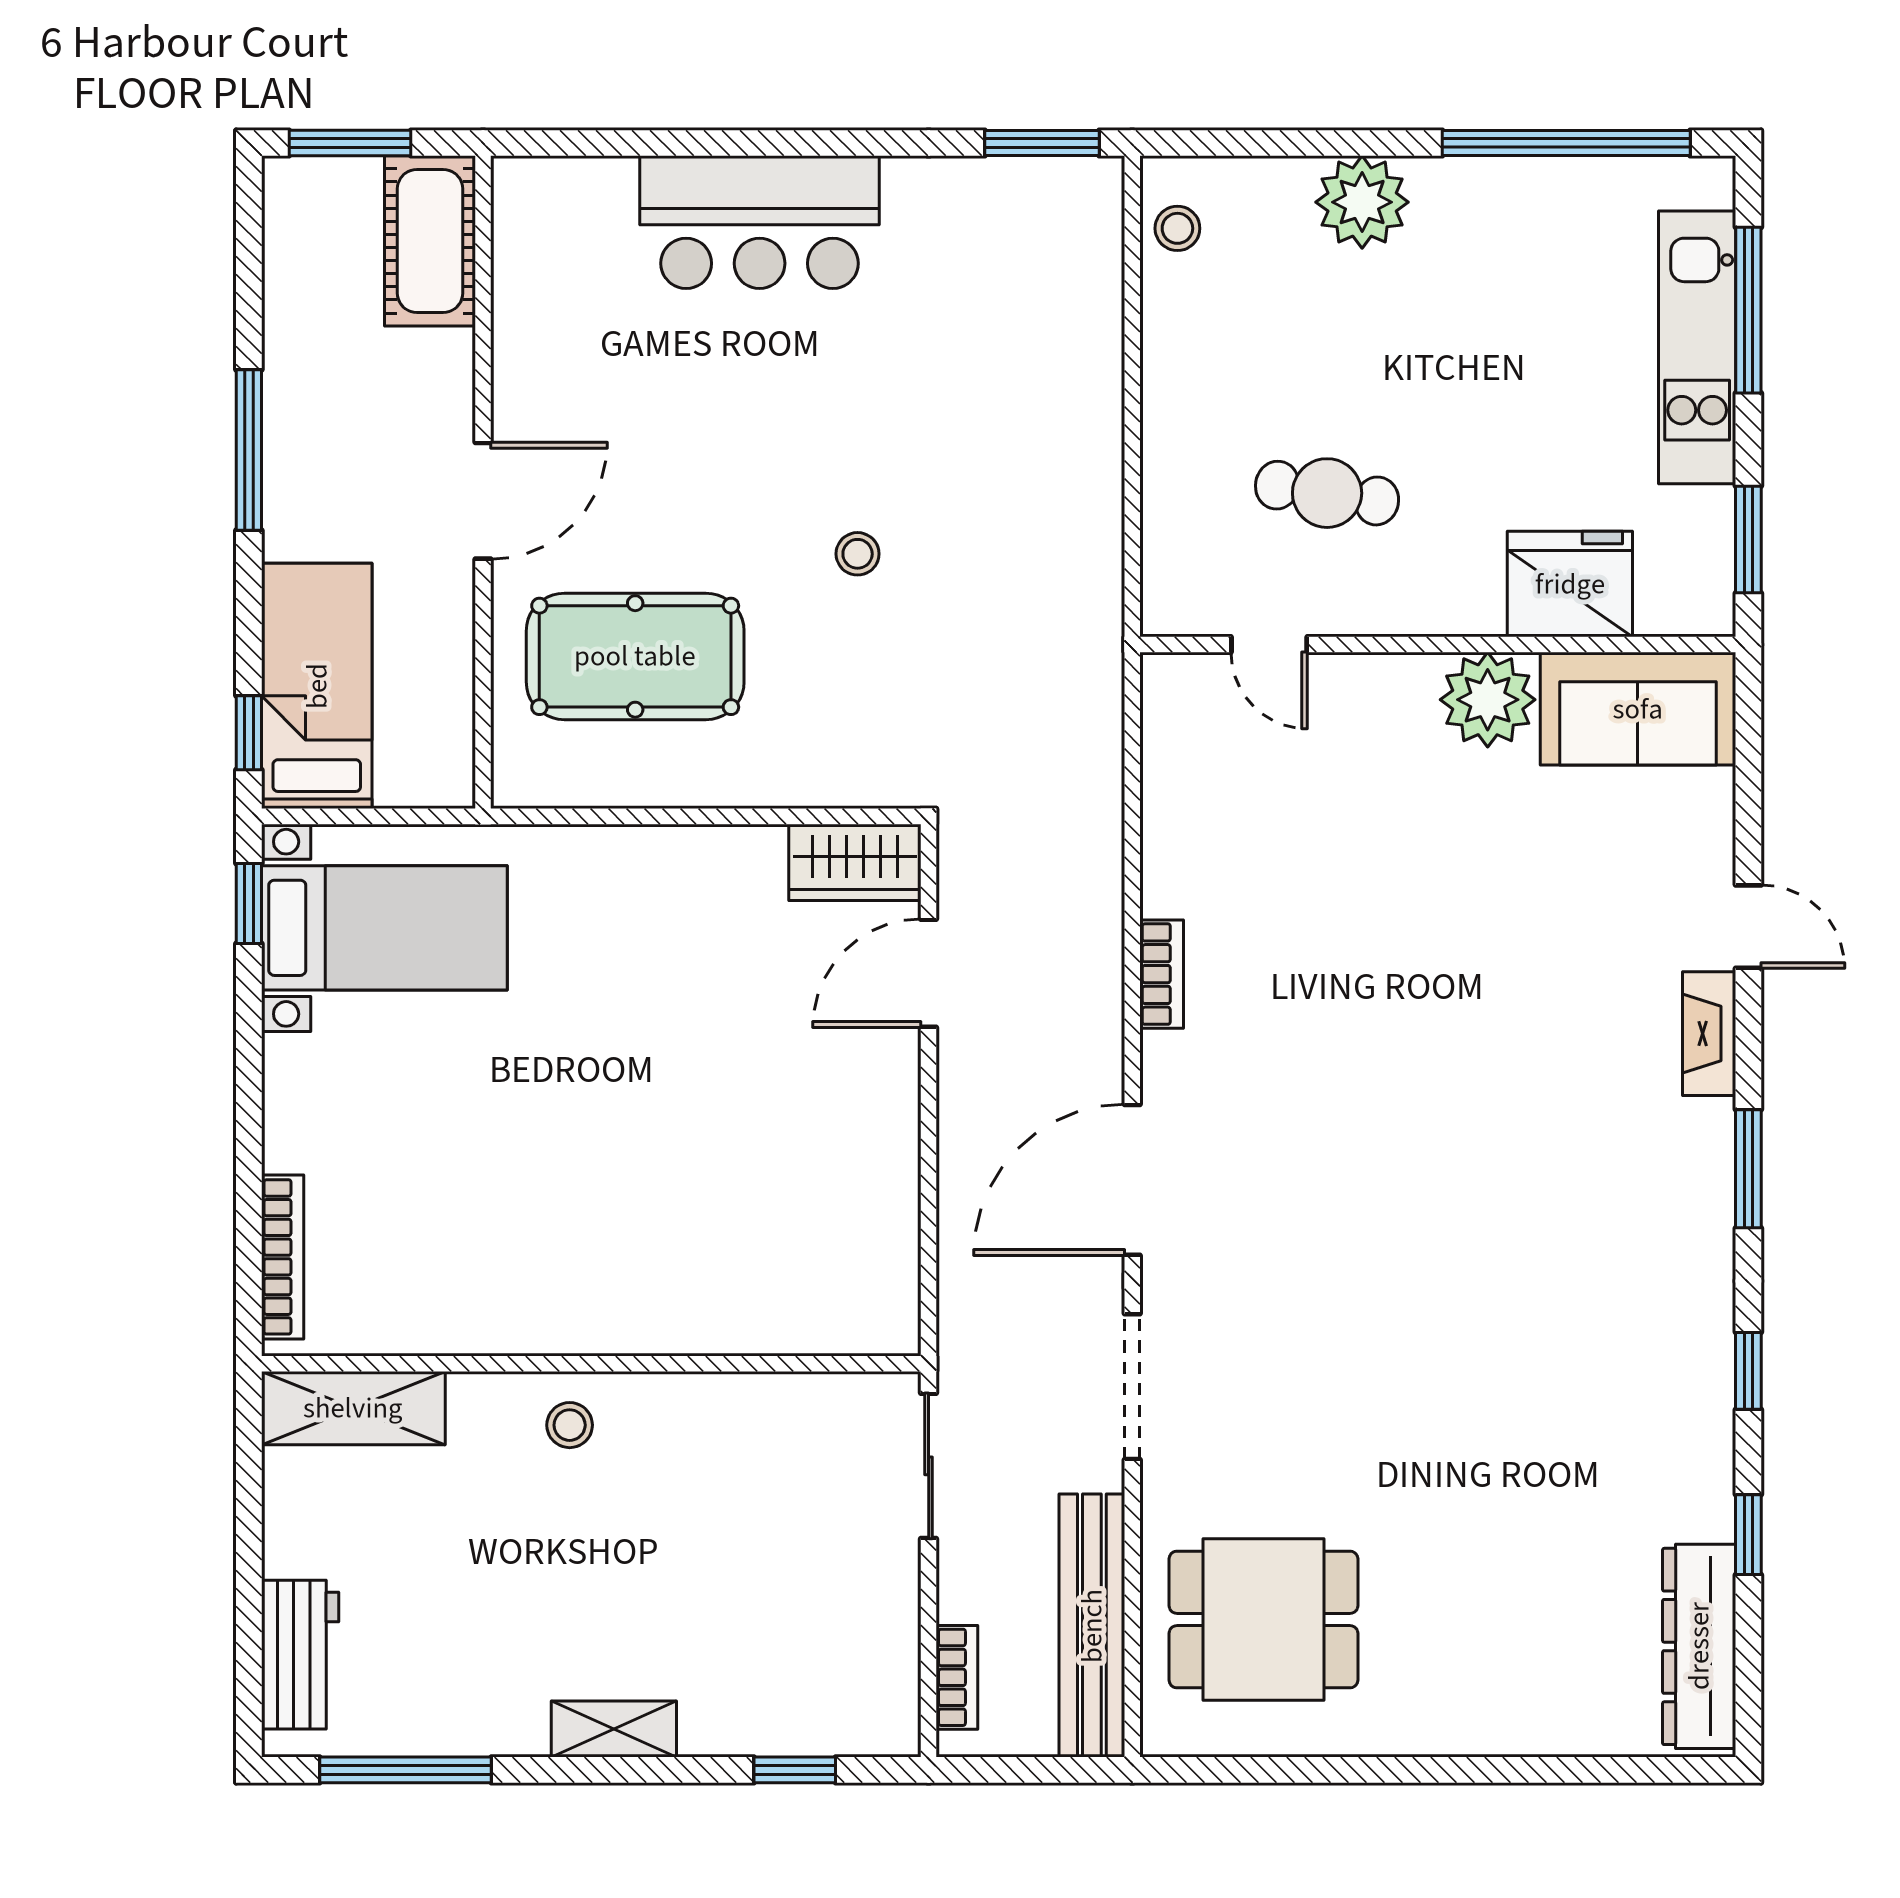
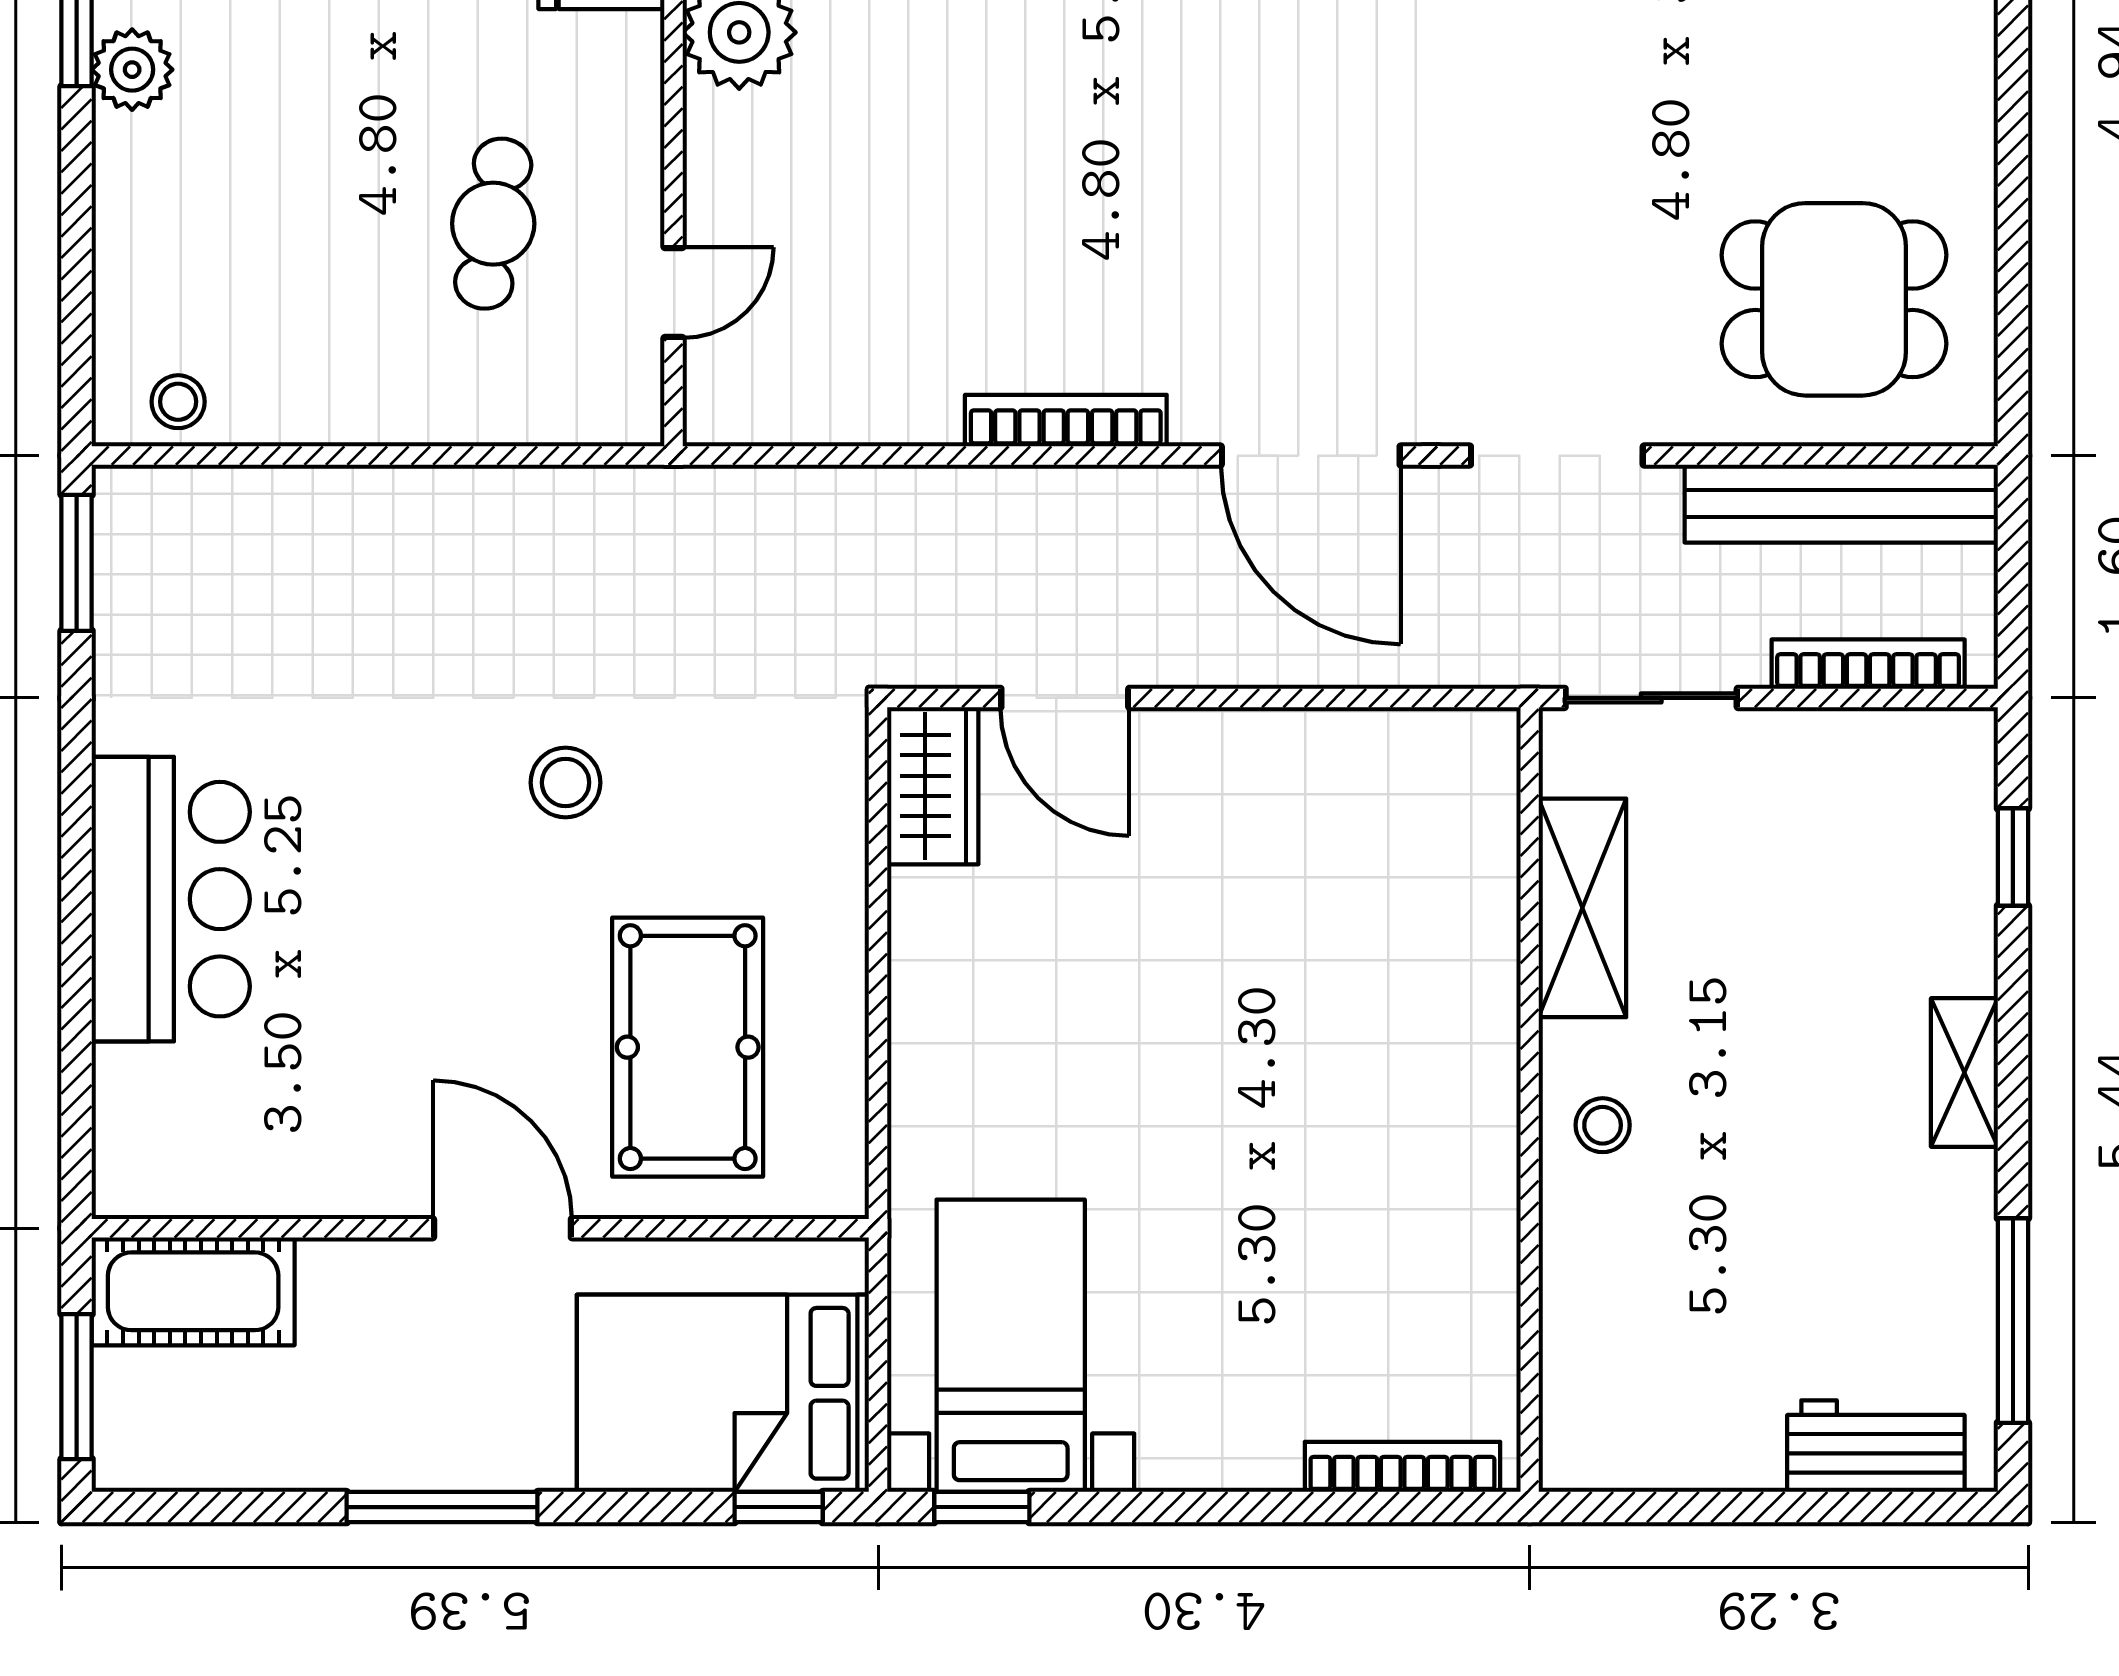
plant: (1362, 202) -> (132, 70), moved, width x0.73, depth x0.73
stool: (858, 554) -> (566, 783), width x1.37, depth x1.37
bed: (317, 686) -> (723, 1393), width x1.50
bookcase: (1162, 974) -> (1066, 421), width x1.56
shelving: (353, 1408) -> (1582, 908), moved
dining table: (1263, 1619) -> (1834, 299), turned 90
bookcase: (957, 1677) -> (1868, 664), width x1.56

